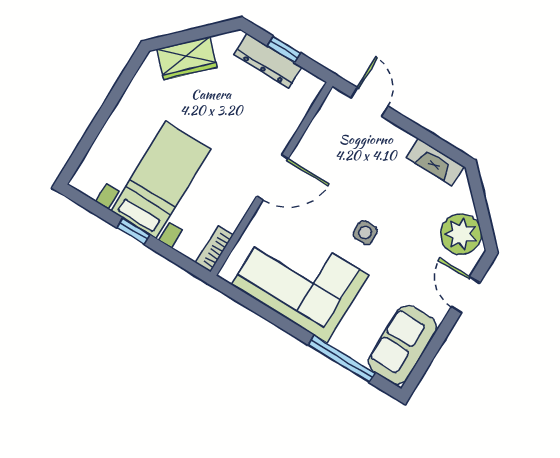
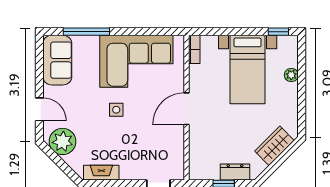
dresser: (268, 61) -> (235, 172), width x0.70
plant: (108, 138) -> (291, 75), added
window: (133, 231) -> (278, 32), moved

